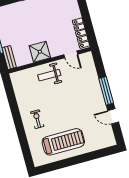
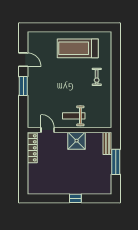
weight bench: (49, 75) -> (74, 116), turned 180
window: (106, 91) -> (23, 86), width x0.69

